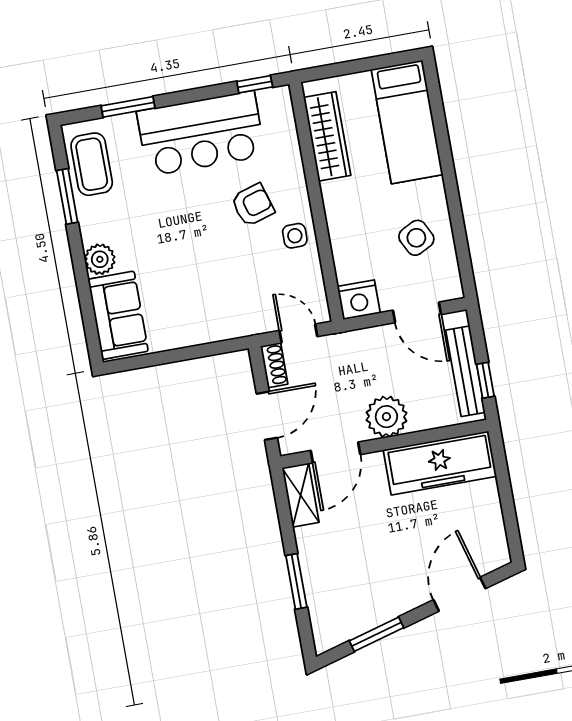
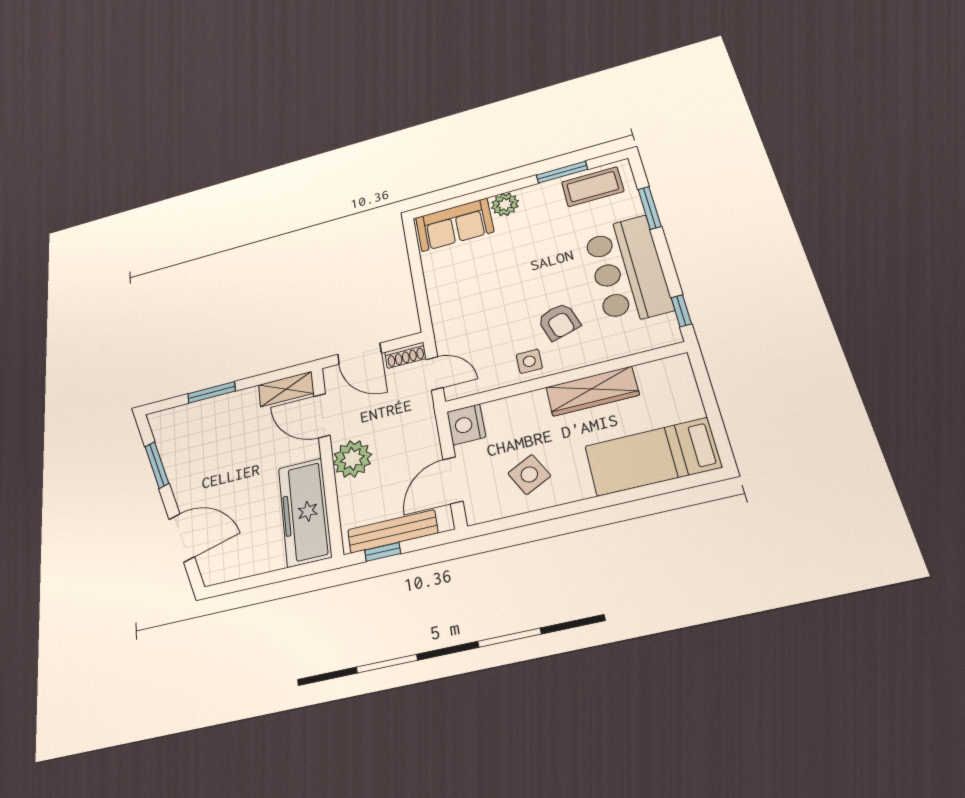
wardrobe: (327, 136) -> (592, 391), moved
door: (298, 334) -> (434, 373), hinge flipped

